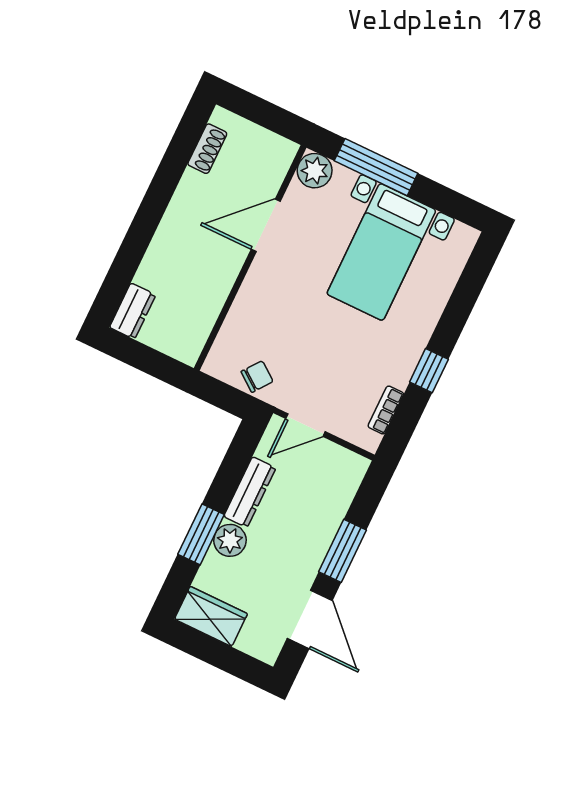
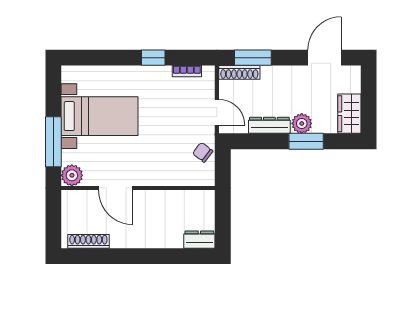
shoe rack: (207, 149) -> (88, 241), width x1.43
shoe rack: (348, 485) -> (239, 72), added
window: (343, 551) -> (253, 58), moved

